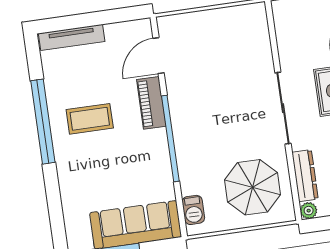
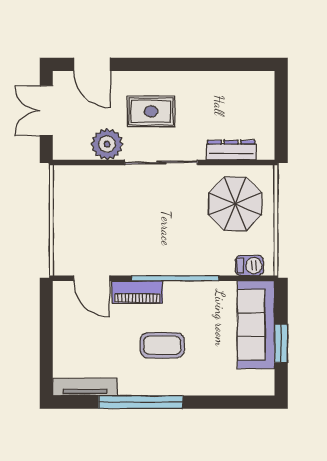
tv unit: (72, 37) -> (85, 387), moved, turned -90
coffee table: (90, 119) -> (162, 345), moved, turned 90
plant: (309, 211) -> (107, 144), moved, width x1.87, depth x1.87

